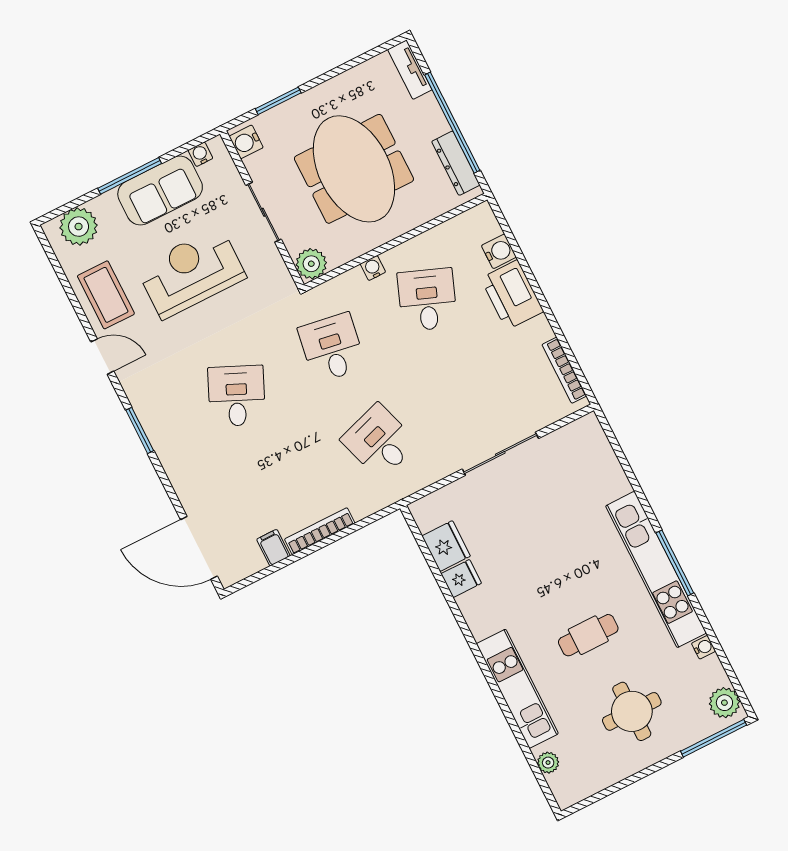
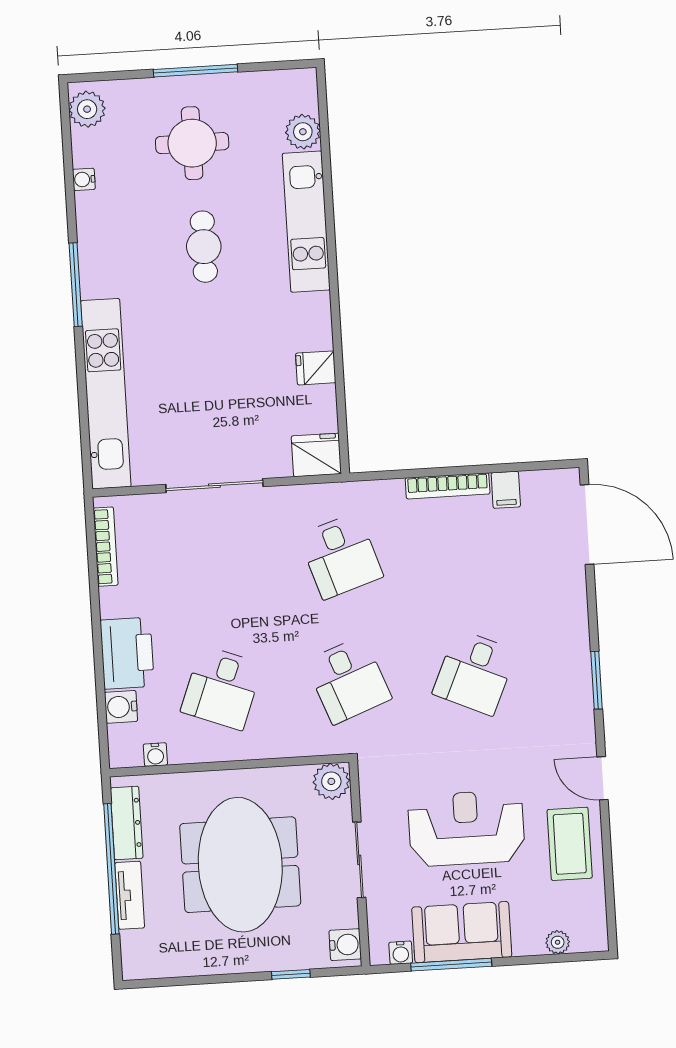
tv unit: (410, 70) -> (130, 895), moved
window: (278, 101) -> (291, 974), width x0.67
window: (130, 176) -> (451, 965), moved
plant: (79, 227) -> (558, 942), width x0.53, depth x0.53
water cooler: (373, 268) -> (155, 755), moved
reception desk: (191, 273) -> (466, 828), turned 180
desk: (332, 348) -> (348, 680), turned -30
fridge: (446, 546) -> (316, 455), moved, turned 90
kitchen unit: (656, 569) -> (106, 394), moved
cafe table: (588, 635) -> (204, 247), turned 90
window: (714, 738) -> (196, 71), moved
plant: (548, 763) -> (303, 132), width x1.38, depth x1.38

